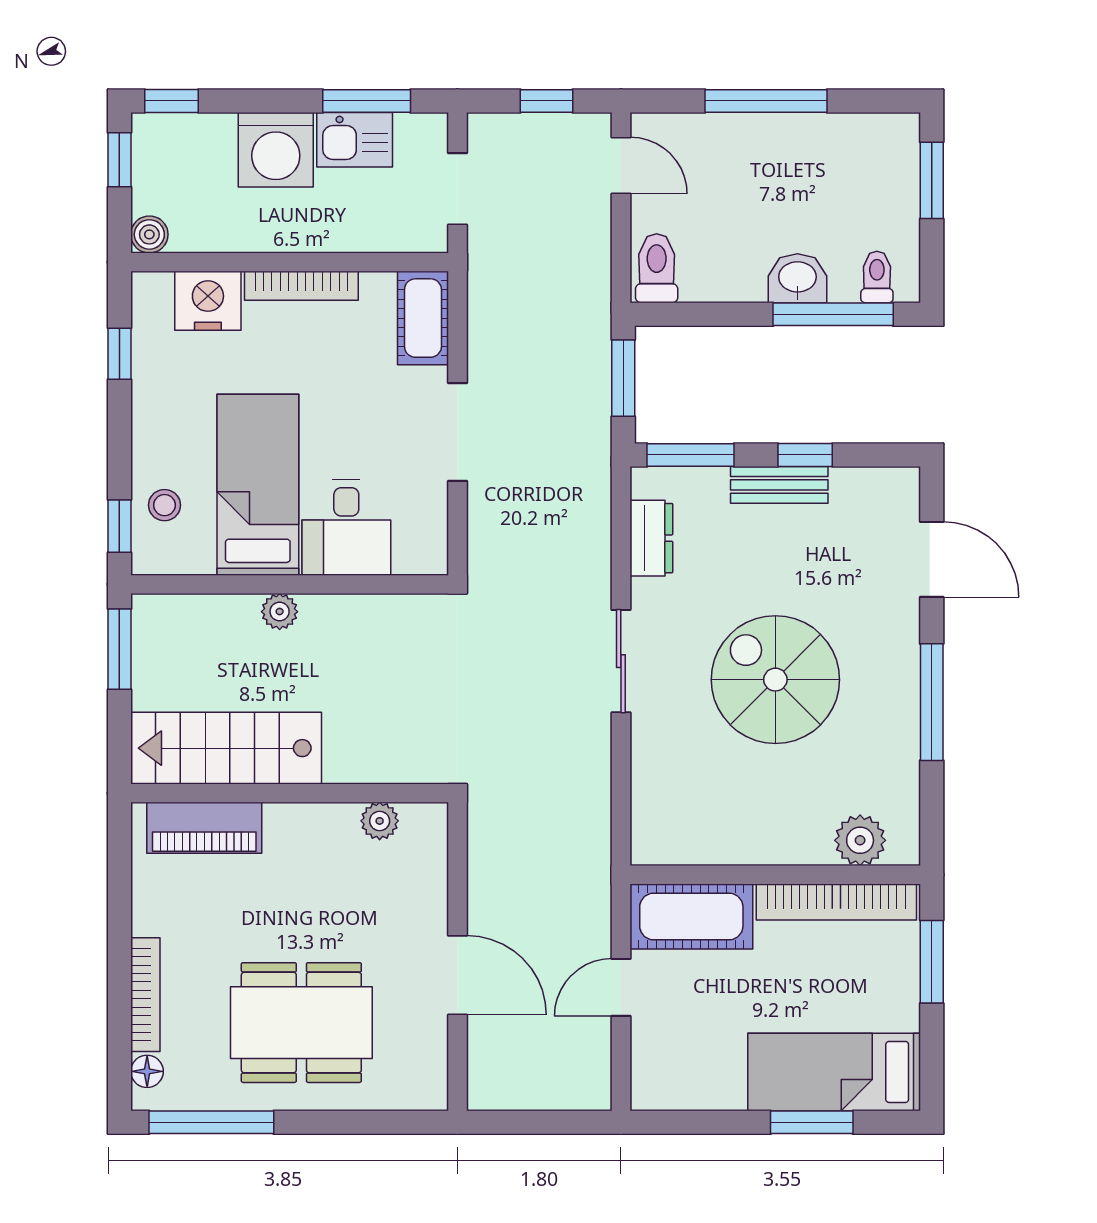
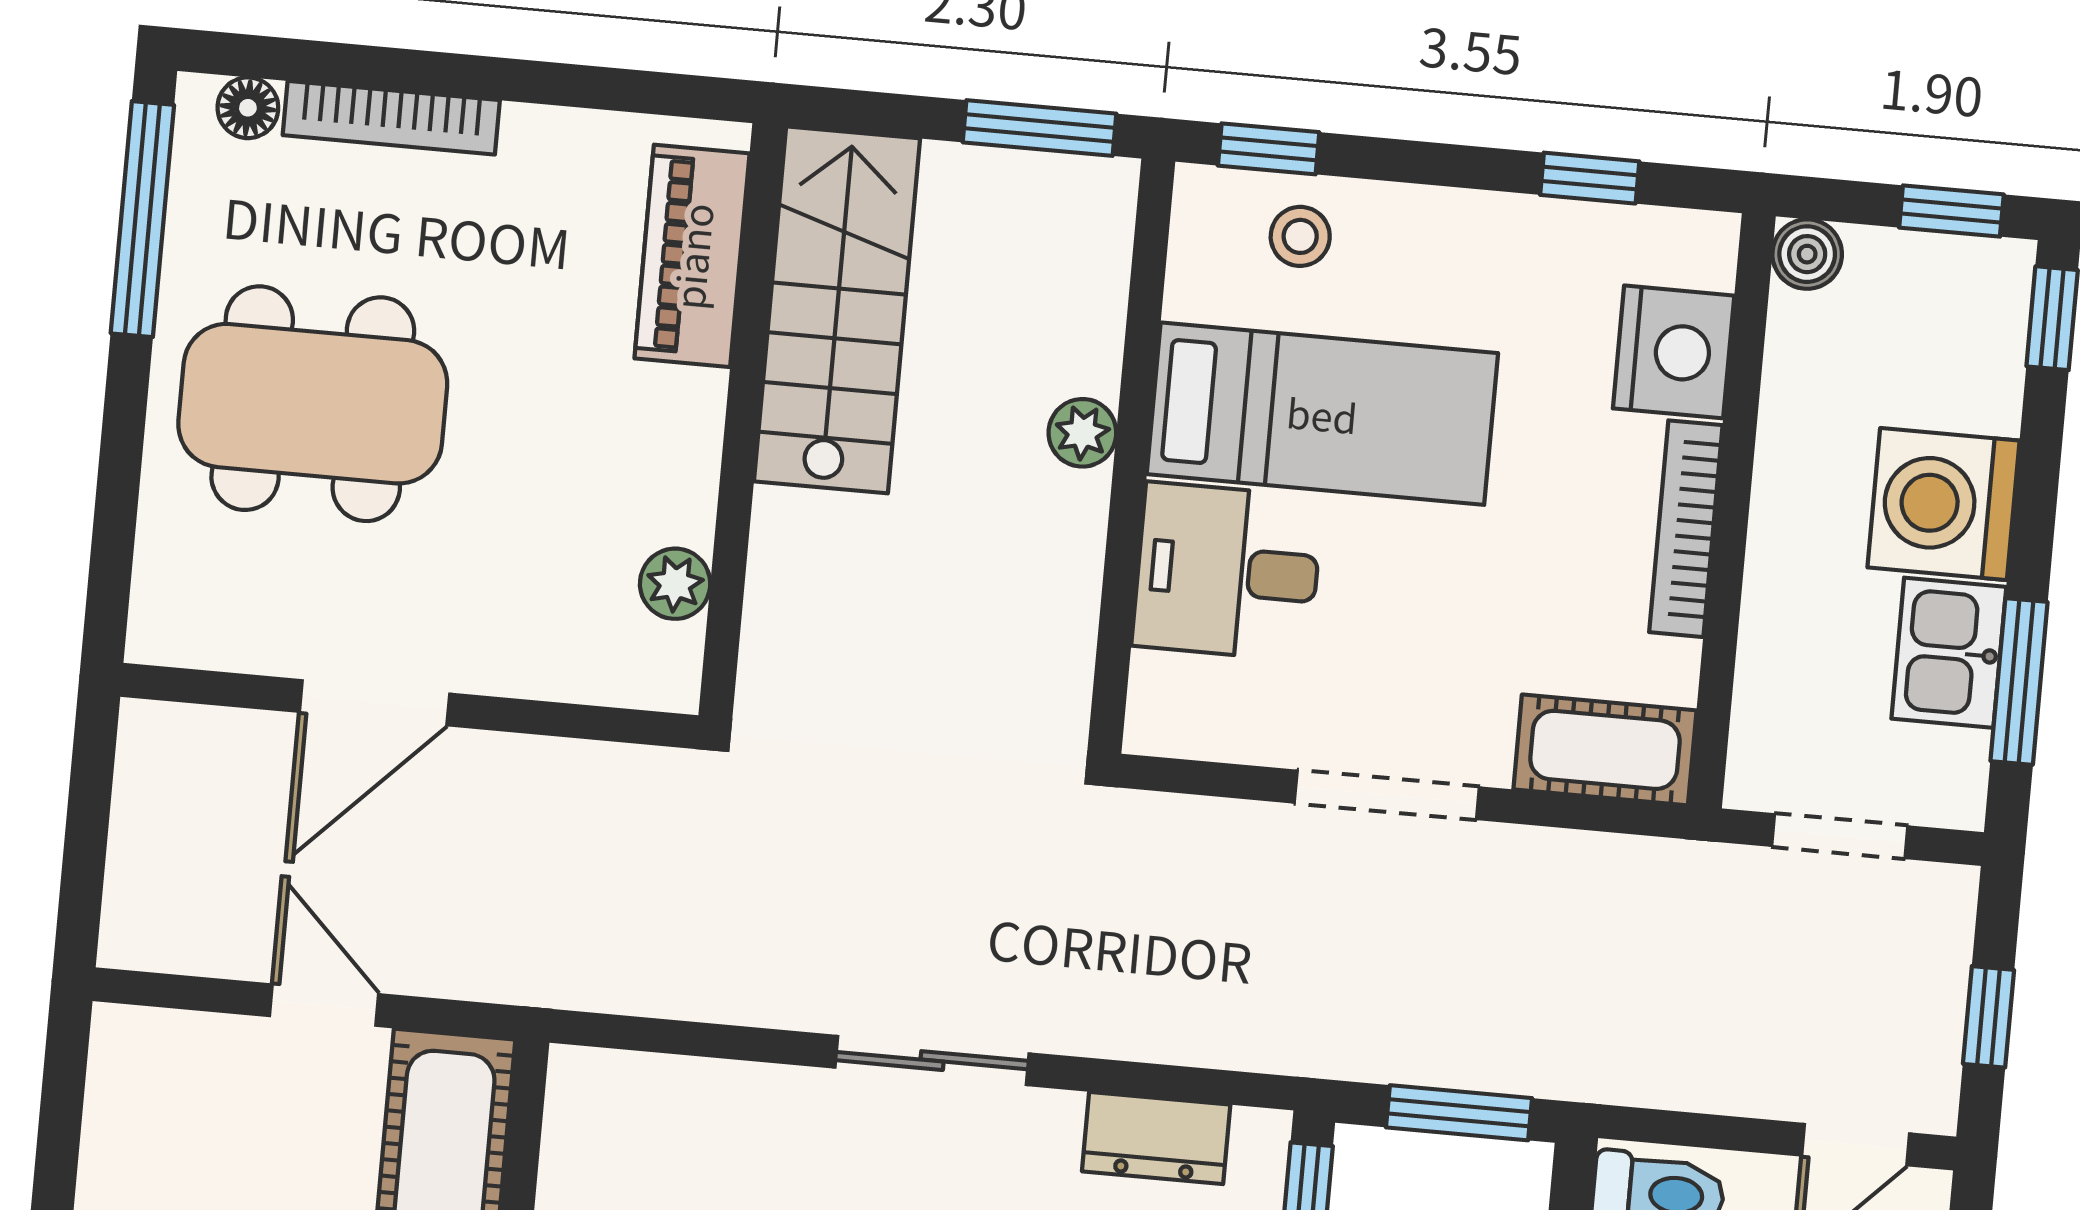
dining table: (301, 1023) -> (313, 404), turned 90

